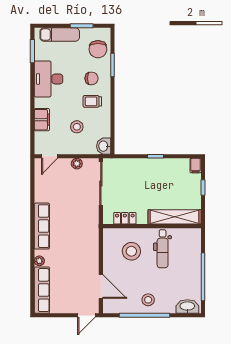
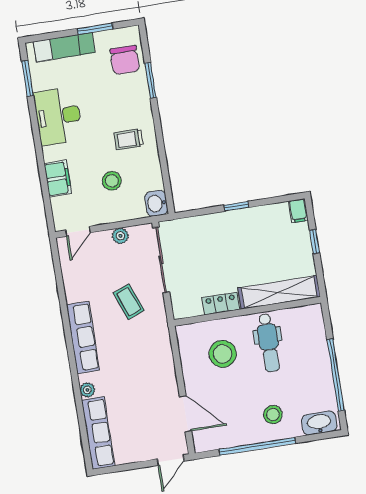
chair: (91, 78) -> (122, 105), removed
coffee table: (75, 207) -> (129, 302), added
locker: (125, 218) -> (221, 304), moved
stool: (148, 300) -> (273, 415), moved

